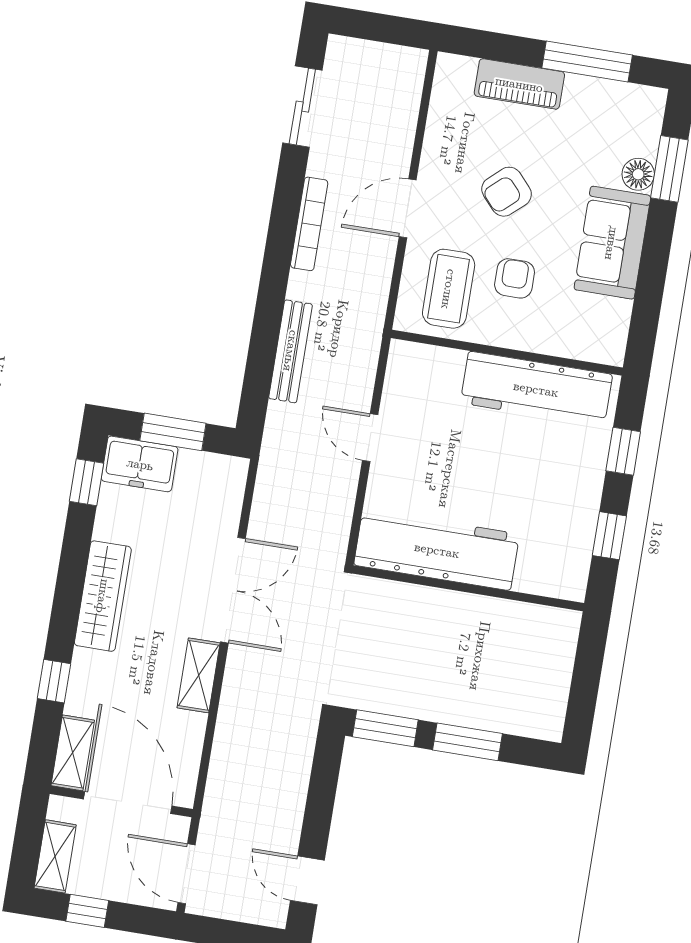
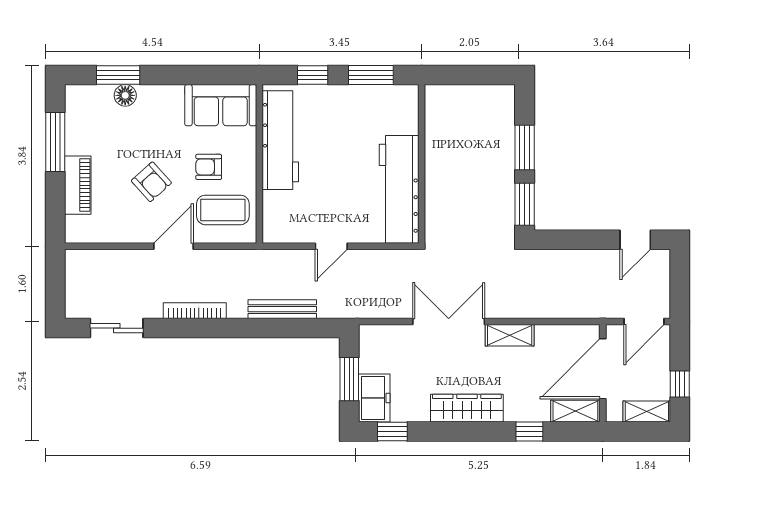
door: (408, 208) -> (173, 246), swing flipped
sofa: (612, 243) -> (221, 105), moved
window: (609, 536) -> (371, 75), width x1.50

